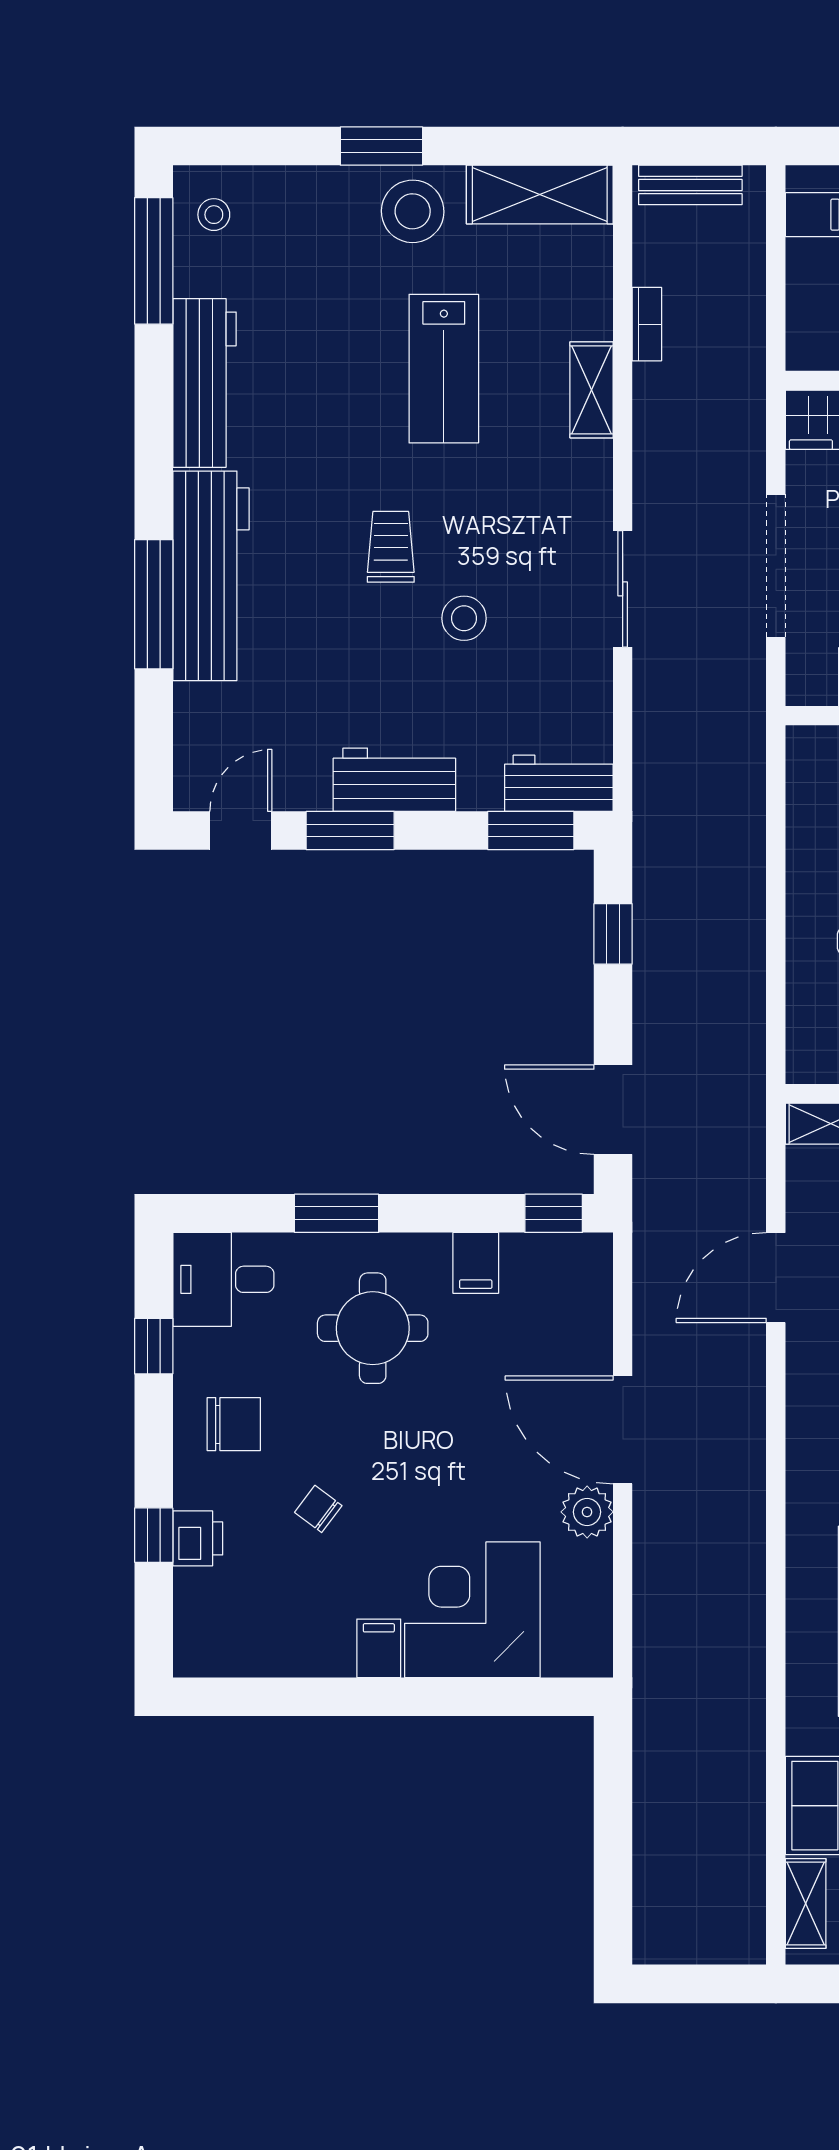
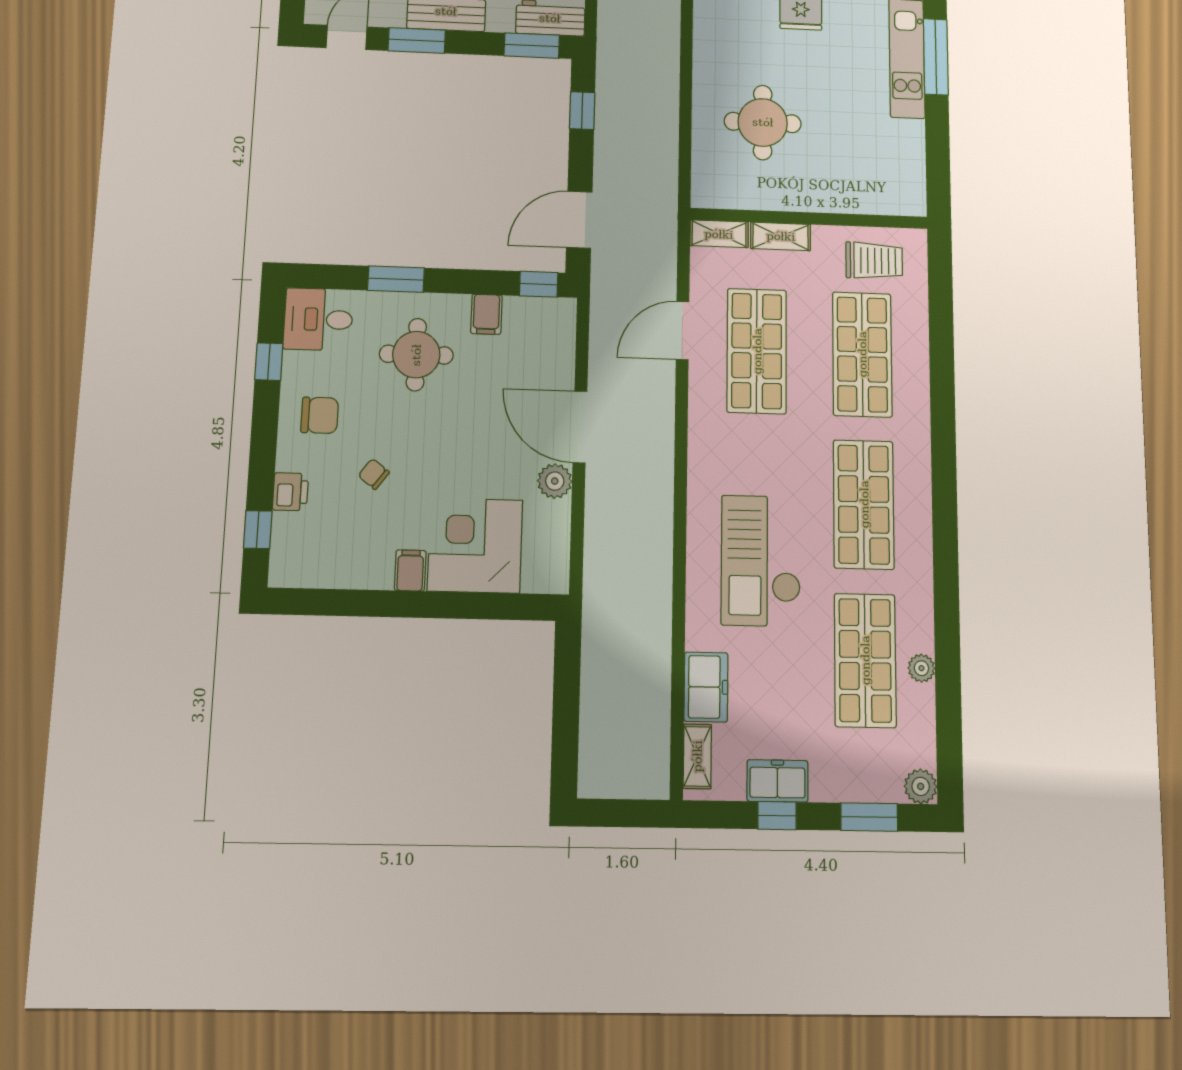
door: (613, 1110) -> (579, 220), hinge flipped
window: (154, 1535) -> (258, 530), moved

